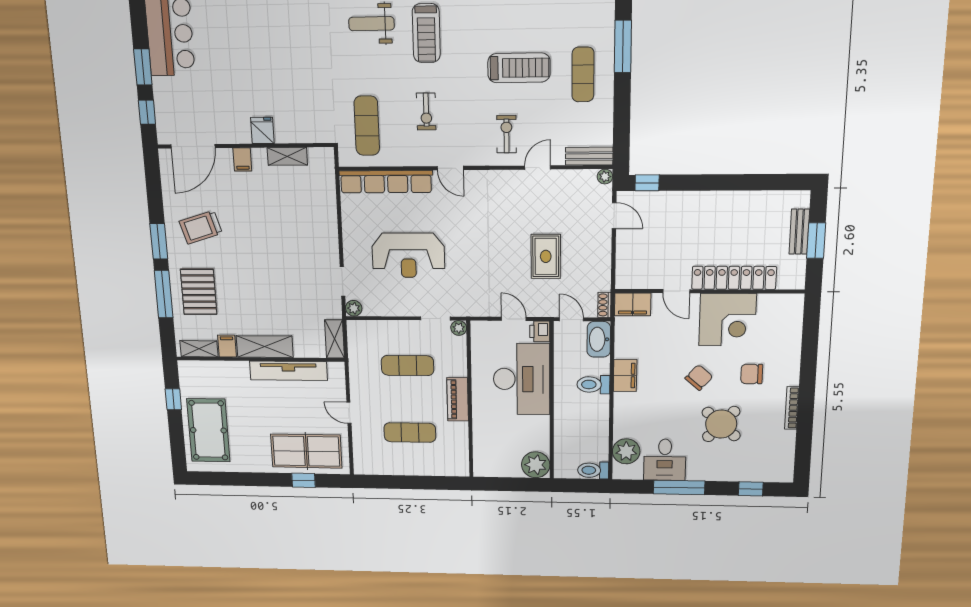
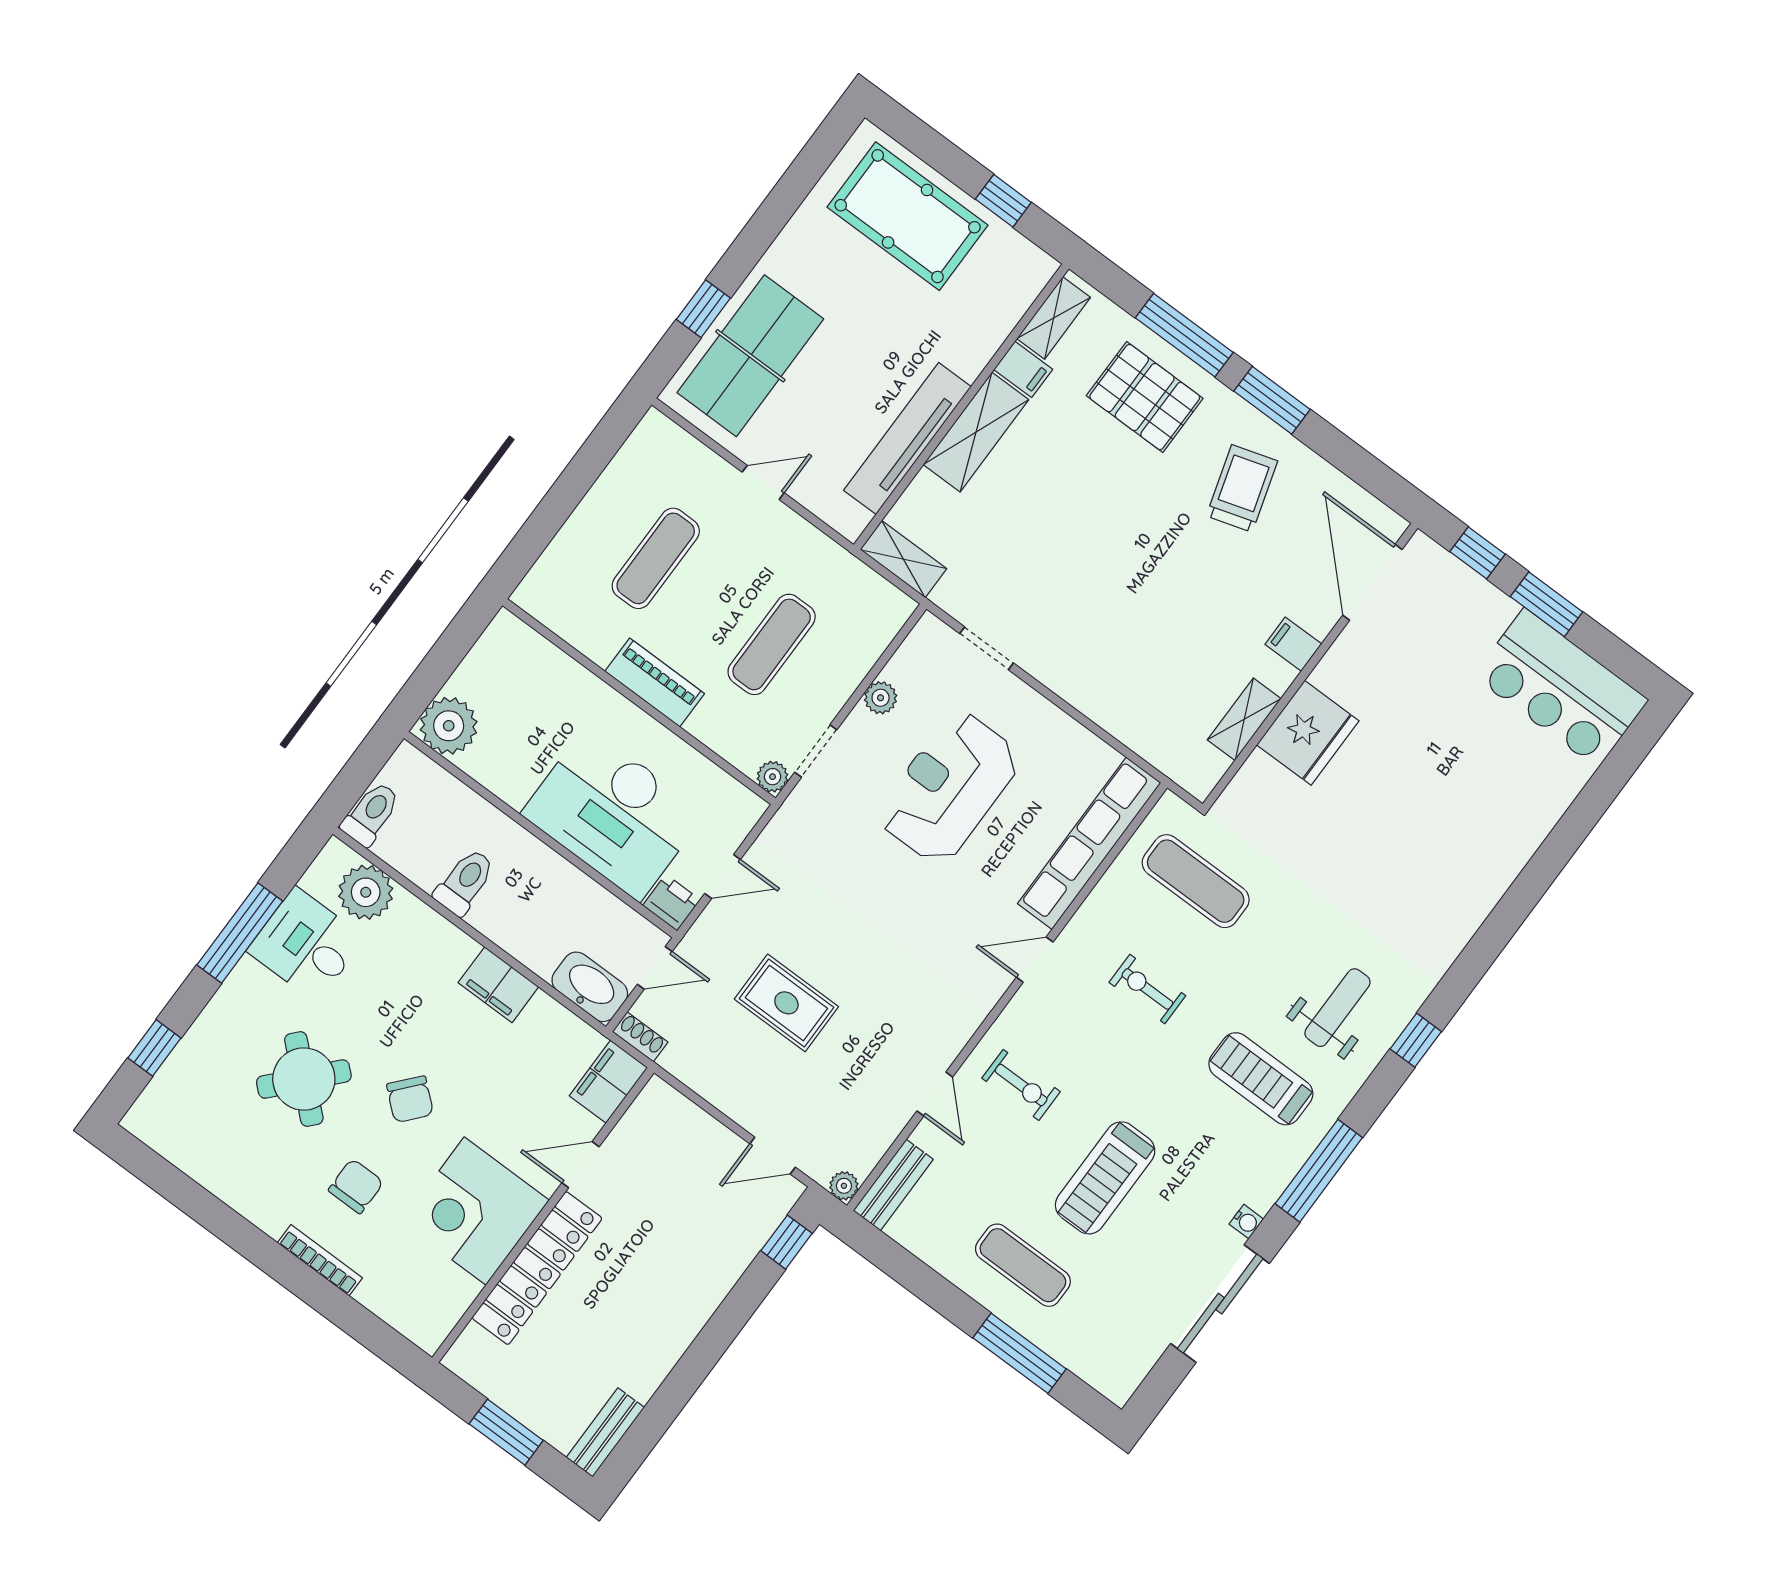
fridge: (262, 130) -> (1308, 733), width x1.88, depth x1.34
bench: (799, 232) -> (605, 1432), moved, turned 90
plant: (354, 308) -> (881, 698), moved
toilet: (593, 385) -> (465, 882), moved
bookcase: (792, 408) -> (320, 1260), moved

